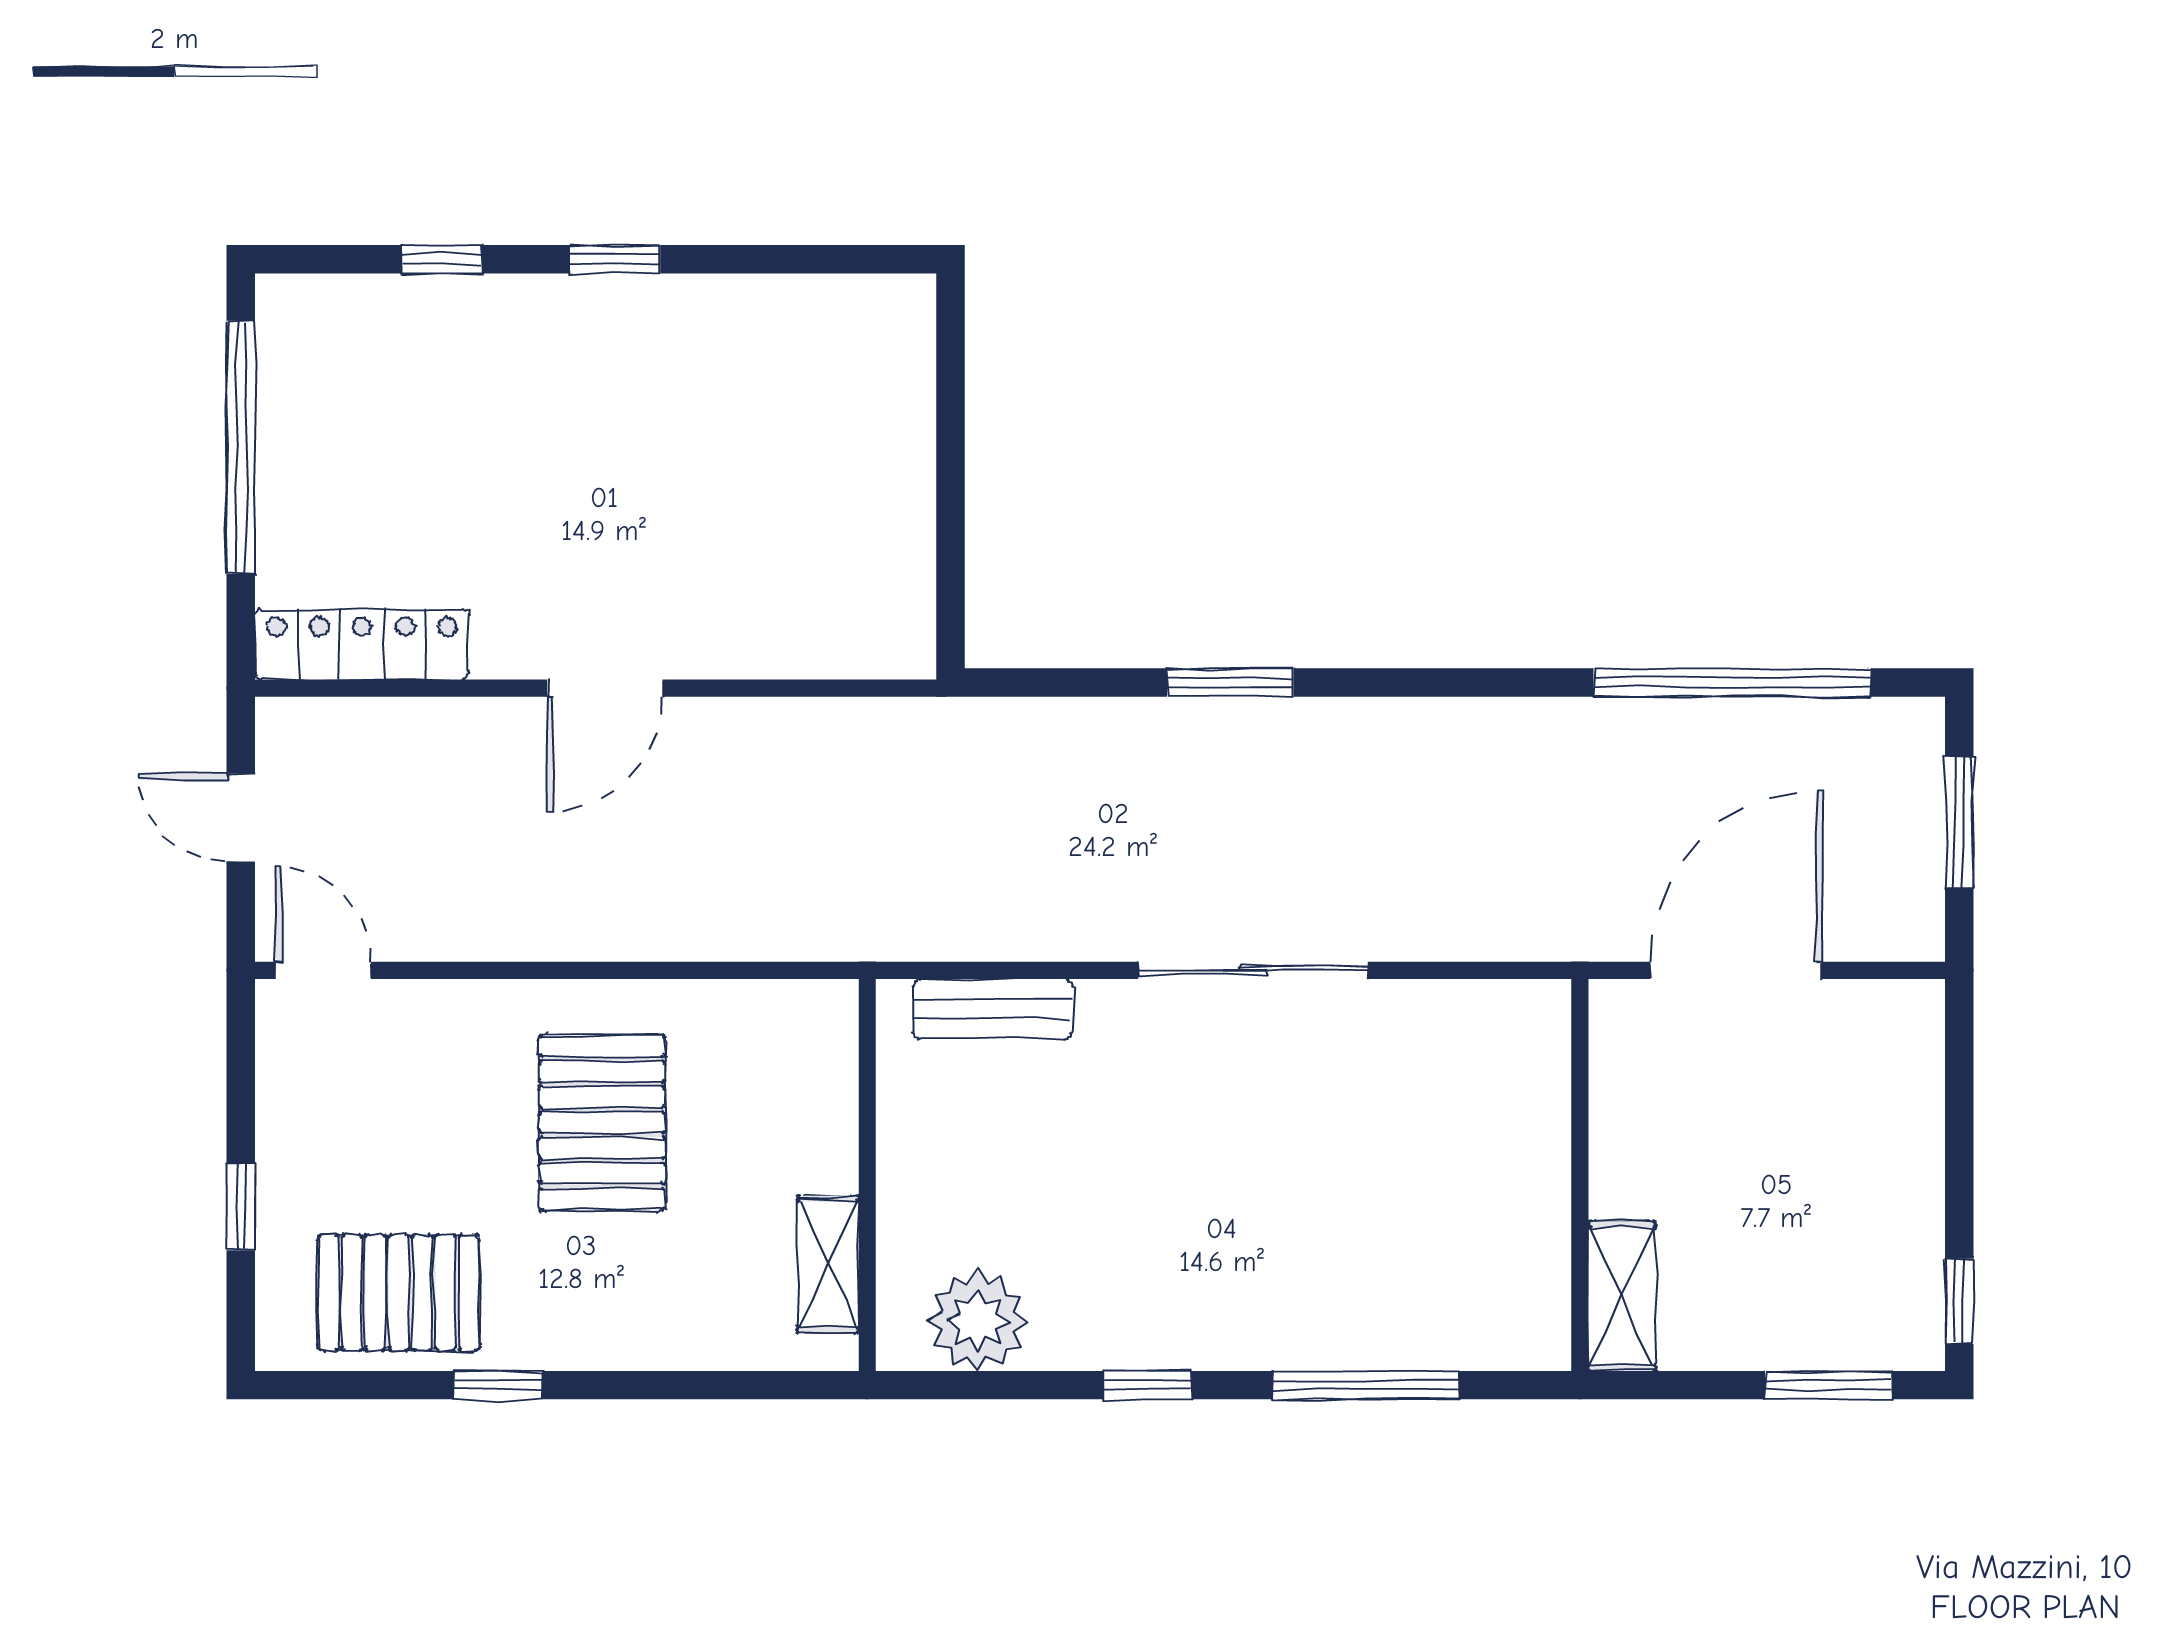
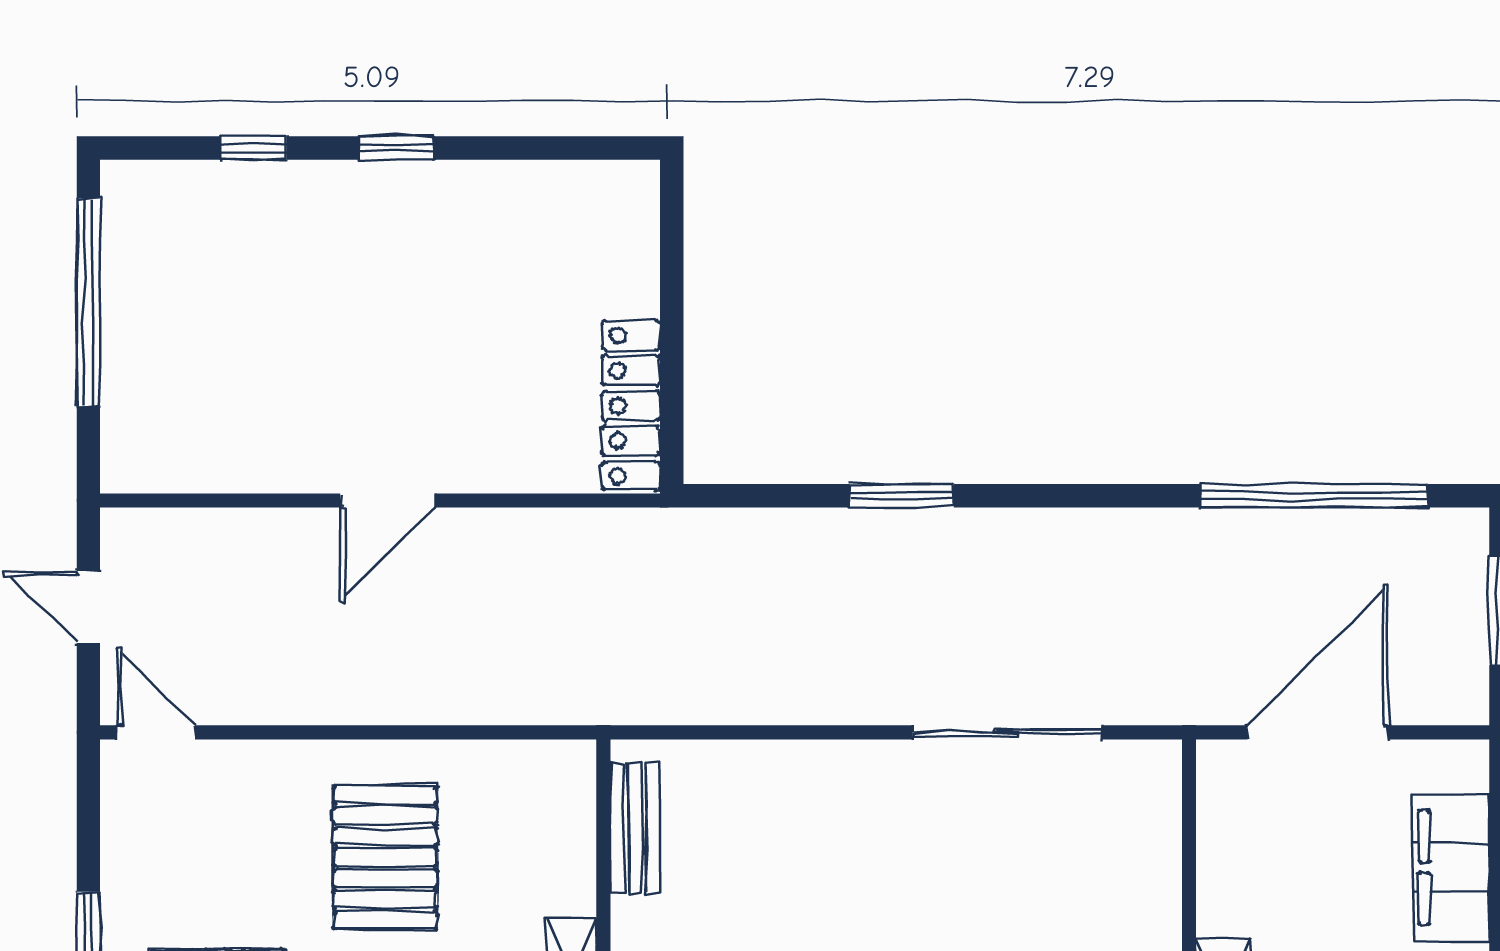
locker: (362, 644) -> (631, 406), moved, turned -90
sliding door: (1253, 970) -> (1007, 732), moved
bench: (993, 1009) -> (635, 828), moved, turned 90
filing cabinet: (1899, 1135) -> (1451, 867), added

